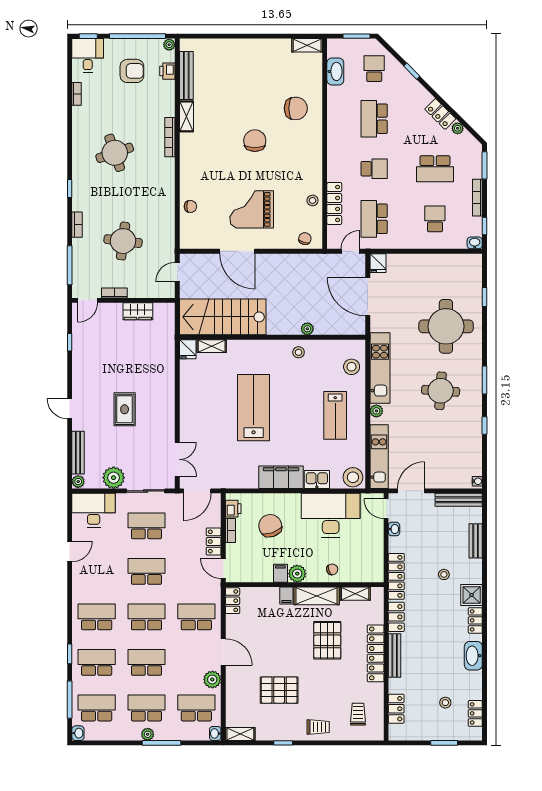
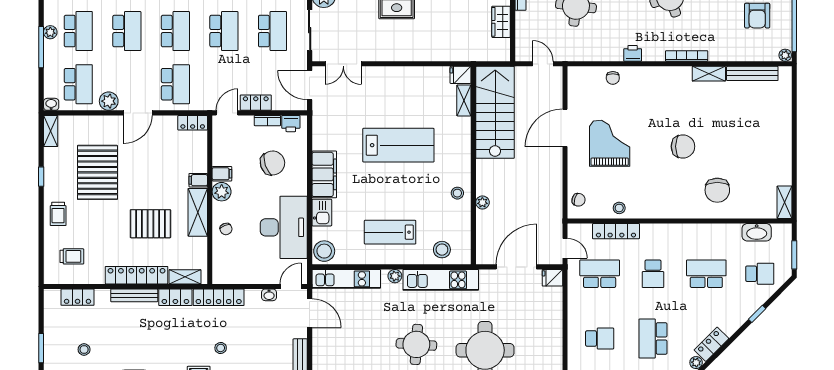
printer: (167, 71) -> (633, 53), moved
shelving: (355, 594) -> (185, 277), moved, turned 90
pallet: (279, 690) -> (97, 172), width x1.37, depth x1.41

